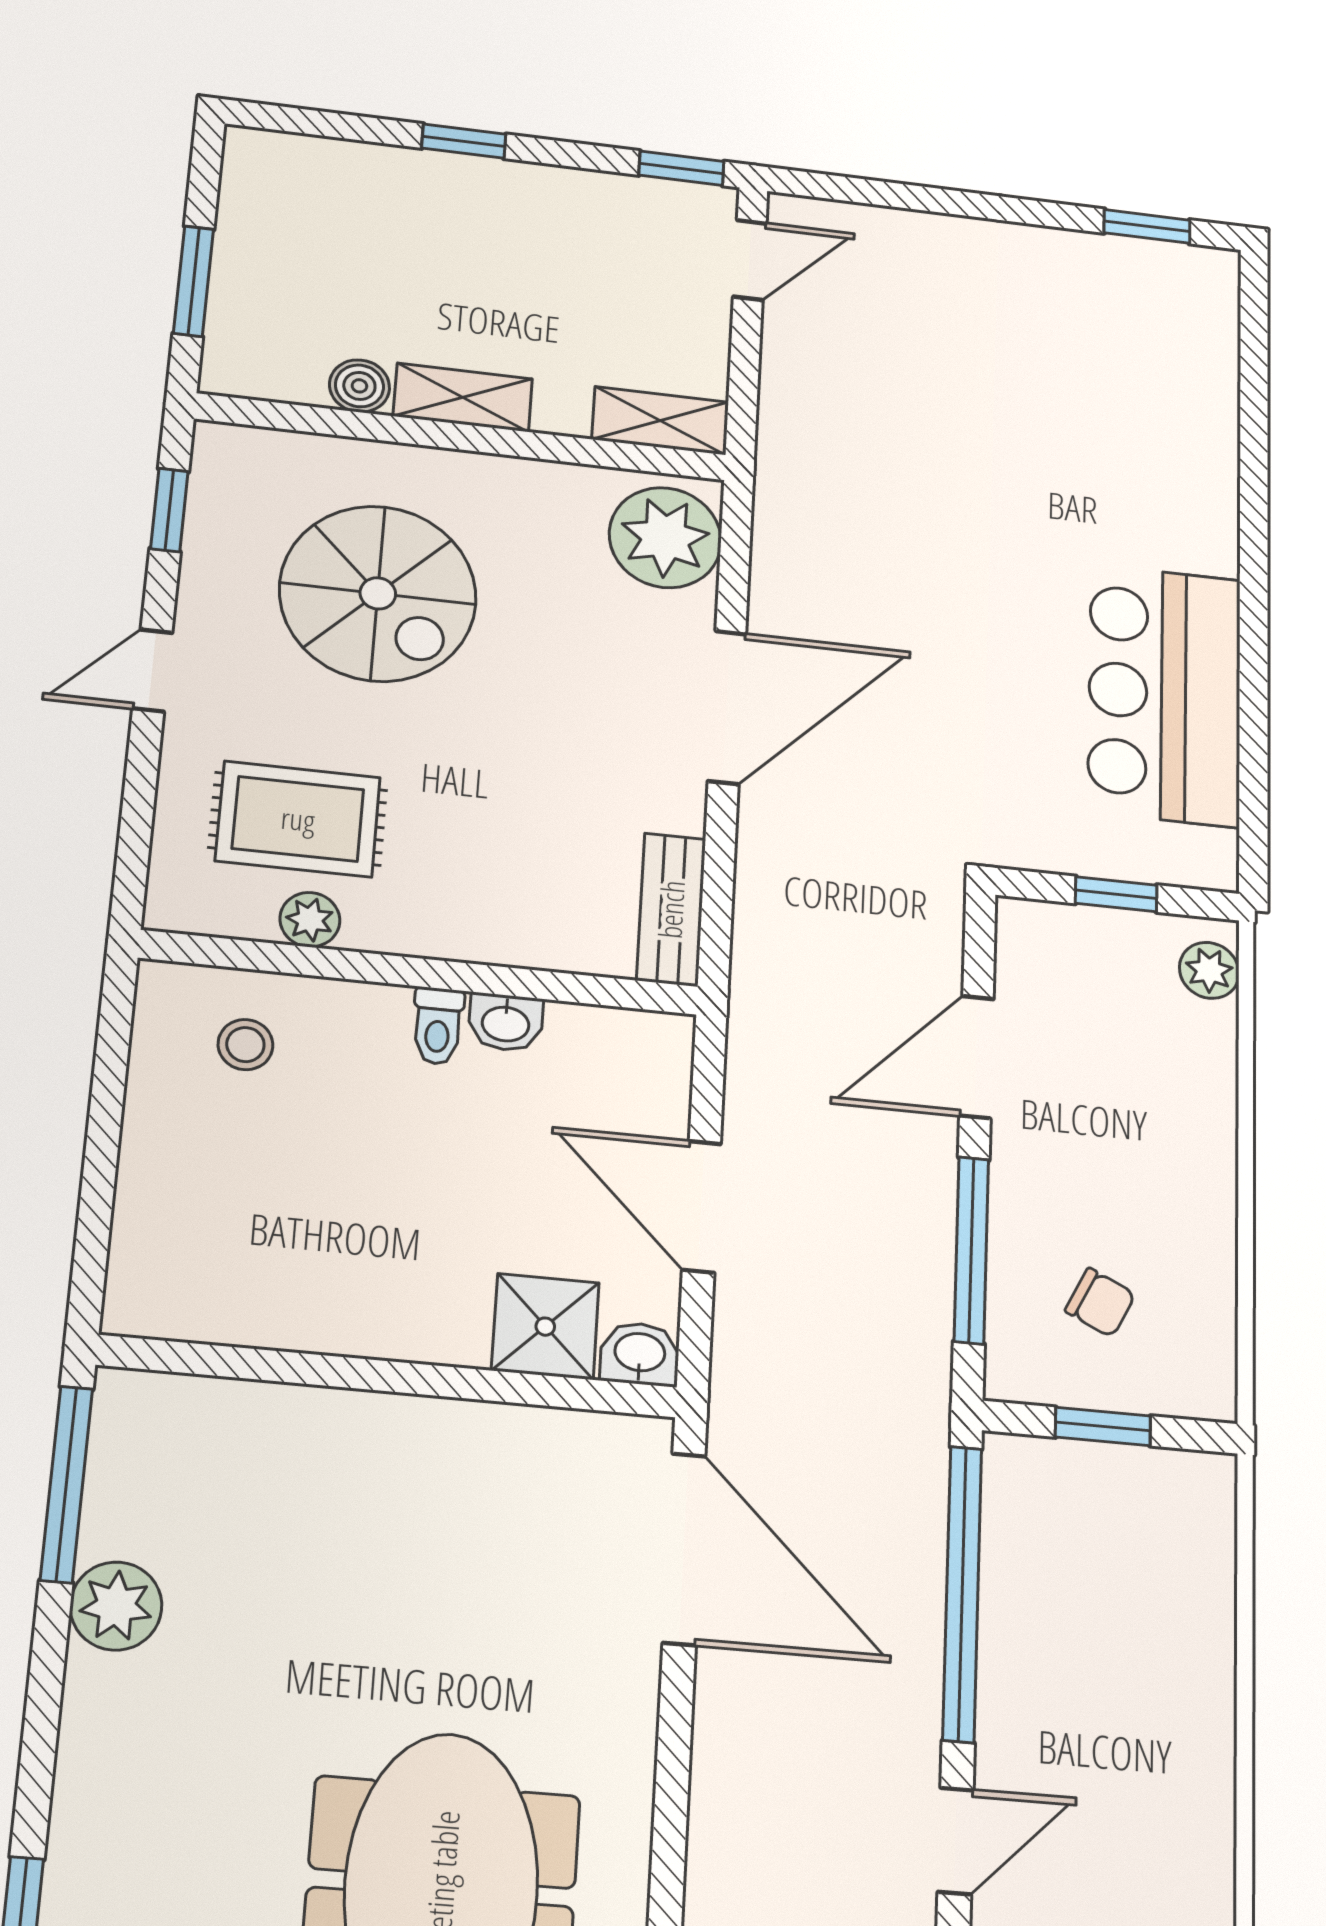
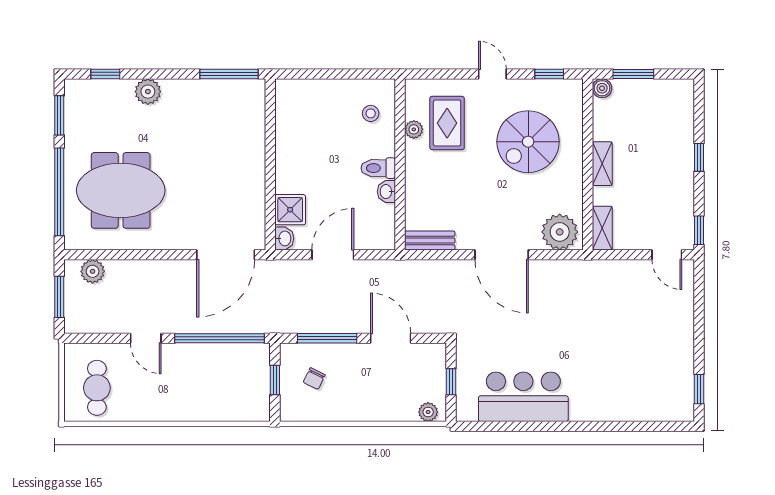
boiler: (359, 386) -> (602, 88), moved
toilet: (438, 1026) -> (378, 168), width x1.37, depth x1.39
plant: (116, 1606) -> (148, 92), moved

